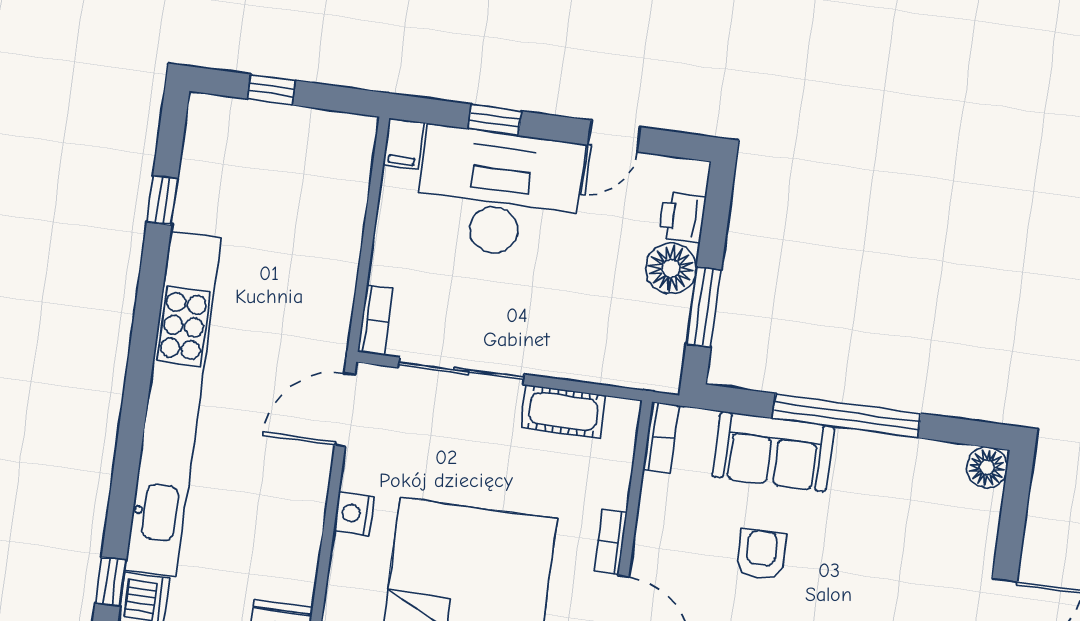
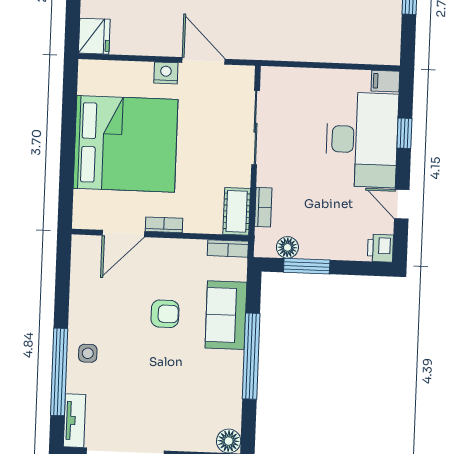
printer: (682, 217) -> (380, 248), moved, turned -90
floor lamp: (671, 268) -> (287, 247), moved, width x0.73, depth x0.73
bookcase: (375, 321) -> (263, 207), moved, turned -90
door: (345, 410) -> (203, 61), moved
cot: (563, 412) -> (237, 211), moved

